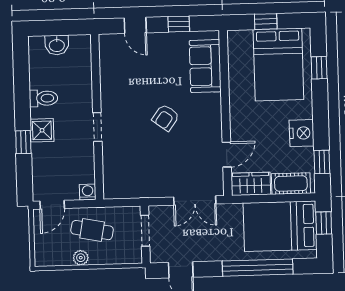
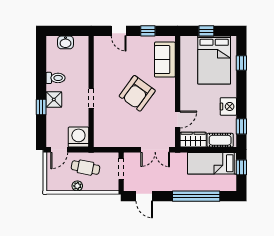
armchair: (166, 117) -> (137, 93), width x1.88, depth x1.88
washing machine: (88, 192) -> (78, 137), width x1.89, depth x1.89
bed: (280, 226) -> (212, 163), width x0.67

